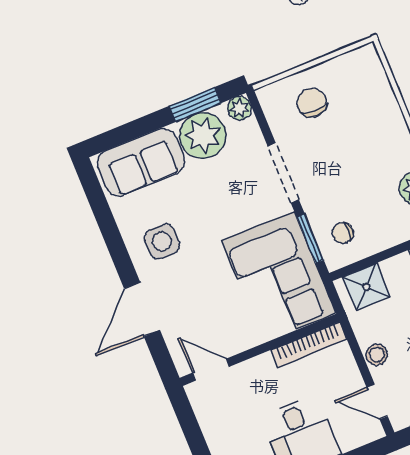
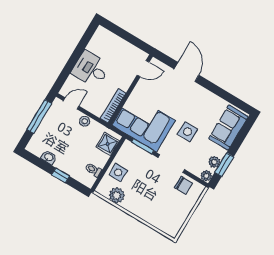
chair: (312, 103) -> (184, 185), moved
plant: (203, 136) -> (214, 162), width x0.53, depth x0.53
side table: (385, 225) -> (118, 172), added
chair: (343, 233) -> (132, 158), removed
side table: (162, 241) -> (188, 132), moved

